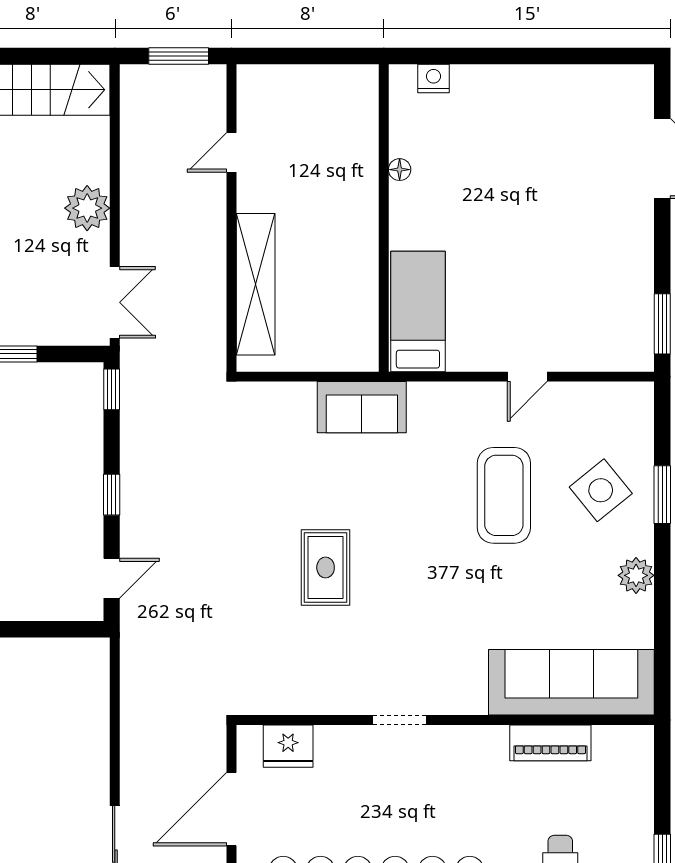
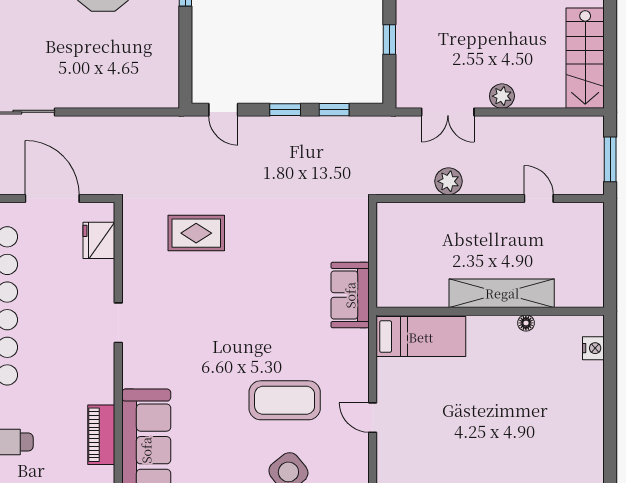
plant: (87, 208) -> (502, 96), width x0.73, depth x0.73
plant: (208, 274) -> (449, 181), added
shelving: (256, 284) -> (502, 293), moved
double door: (115, 302) -> (448, 112), moved
window: (112, 389) -> (334, 110), moved
rug: (326, 567) -> (196, 233), moved

